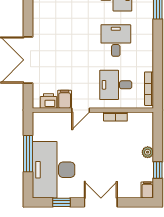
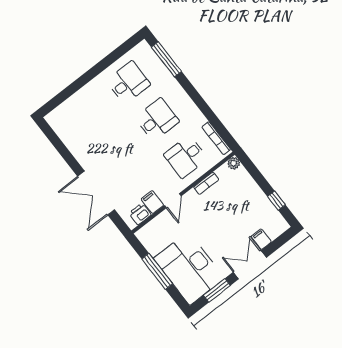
desk: (116, 41) -> (157, 120), turned 90
plant: (148, 152) -> (234, 163), moved
filing cabinet: (147, 190) -> (261, 239), moved
window: (61, 202) -> (217, 290), width x1.50

